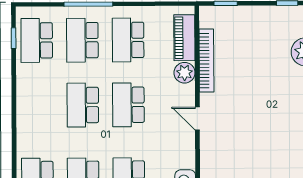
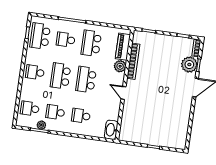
school desk: (82, 40) -> (66, 40), width x0.54
school desk: (37, 105) -> (35, 72), added

